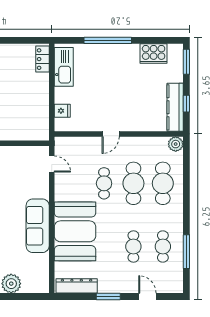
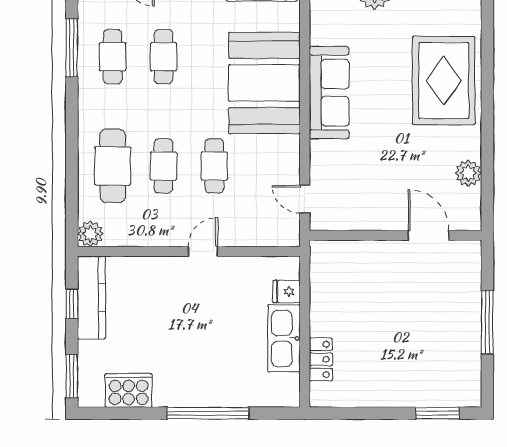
locker: (42, 59) -> (321, 359), moved
kitchen sink: (64, 67) -> (284, 338), moved
cafe table: (133, 183) -> (163, 166), width x0.73, depth x0.74

